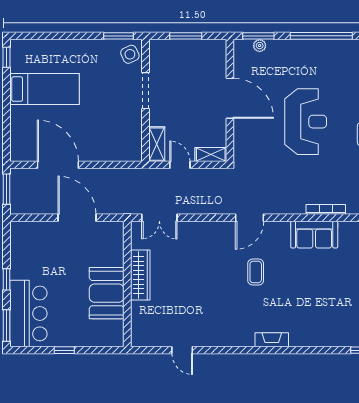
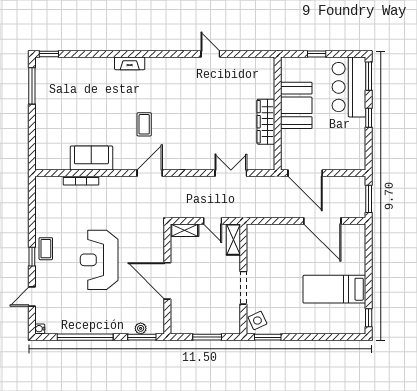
wardrobe: (140, 275) -> (266, 122), moved
wall: (127, 284) -> (278, 114), moved
booth: (107, 293) -> (296, 105), moved

